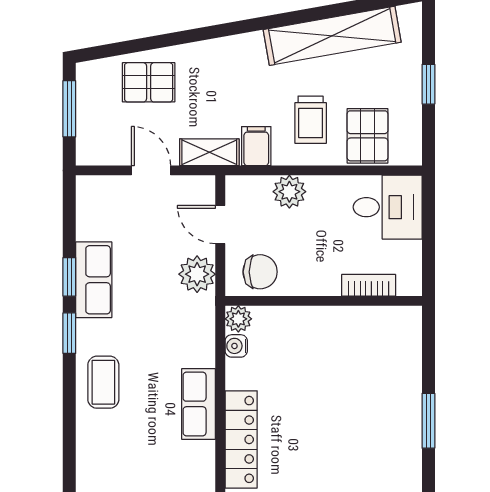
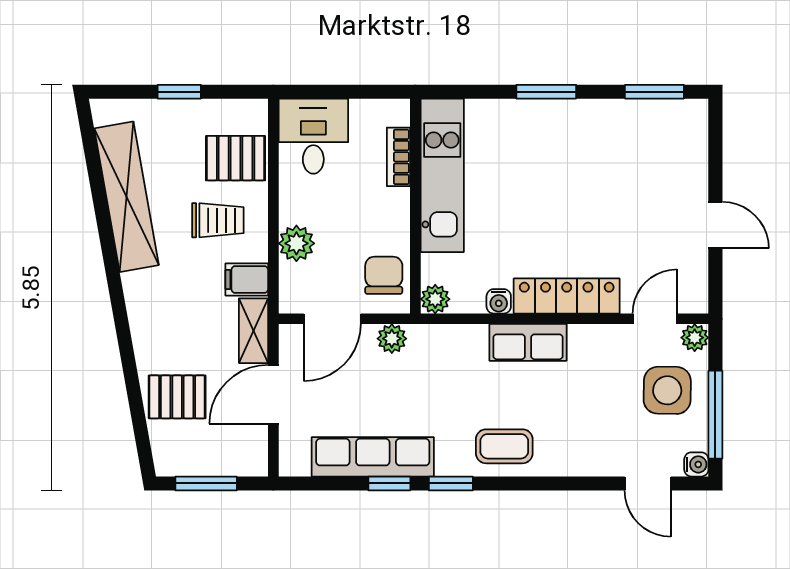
pallet: (149, 82) -> (177, 397), turned 90
door: (151, 170) -> (273, 394), width x1.38
door: (220, 224) -> (332, 319), width x1.37
plant: (197, 274) -> (392, 339), width x0.73, depth x0.73
row of seats: (94, 280) -> (373, 457), width x1.48
kitchen unit: (352, 325) -> (442, 175), added
water cooler: (236, 346) -> (499, 301), moved

